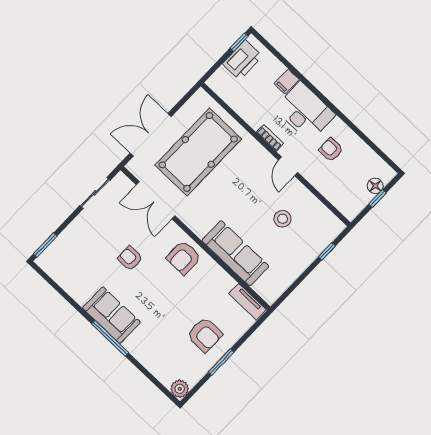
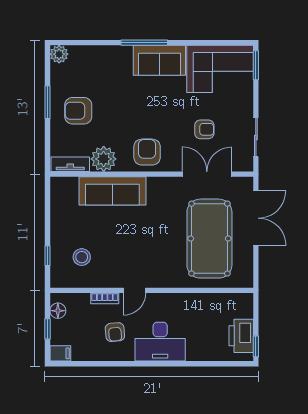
filing cabinet: (287, 81) -> (60, 353), moved, turned 90
bookcase: (270, 138) -> (105, 298), moved
armchair: (331, 150) -> (115, 332), turned 85
door: (288, 166) -> (134, 290), swing flipped
floor lamp: (375, 186) -> (58, 311), moved
stool: (282, 219) -> (82, 257), moved
armchair: (130, 258) -> (204, 129), moved
corner sofa: (74, 267) -> (220, 69), added
plant: (220, 283) -> (104, 159), added

